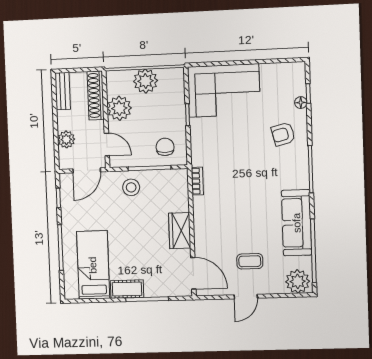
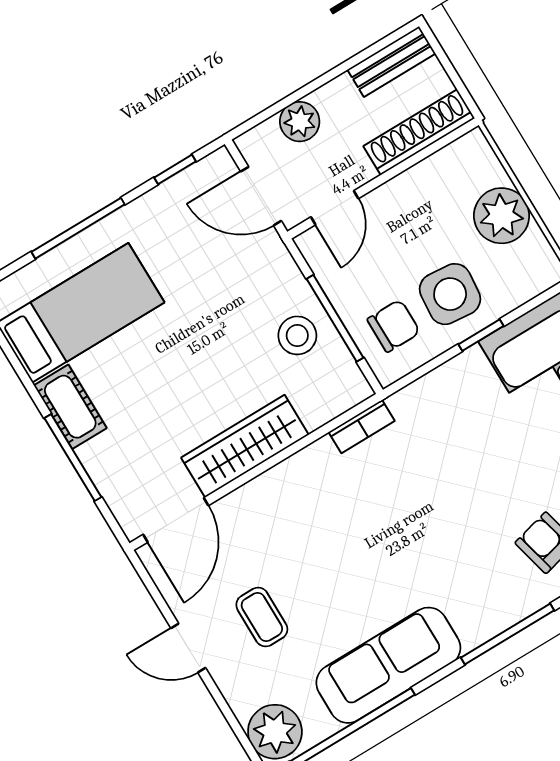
plant: (119, 108) -> (420, 193), removed
side table: (165, 118) -> (450, 294), added
stool: (131, 187) -> (297, 335), moved
wardrobe: (180, 231) -> (245, 446), width x1.50

